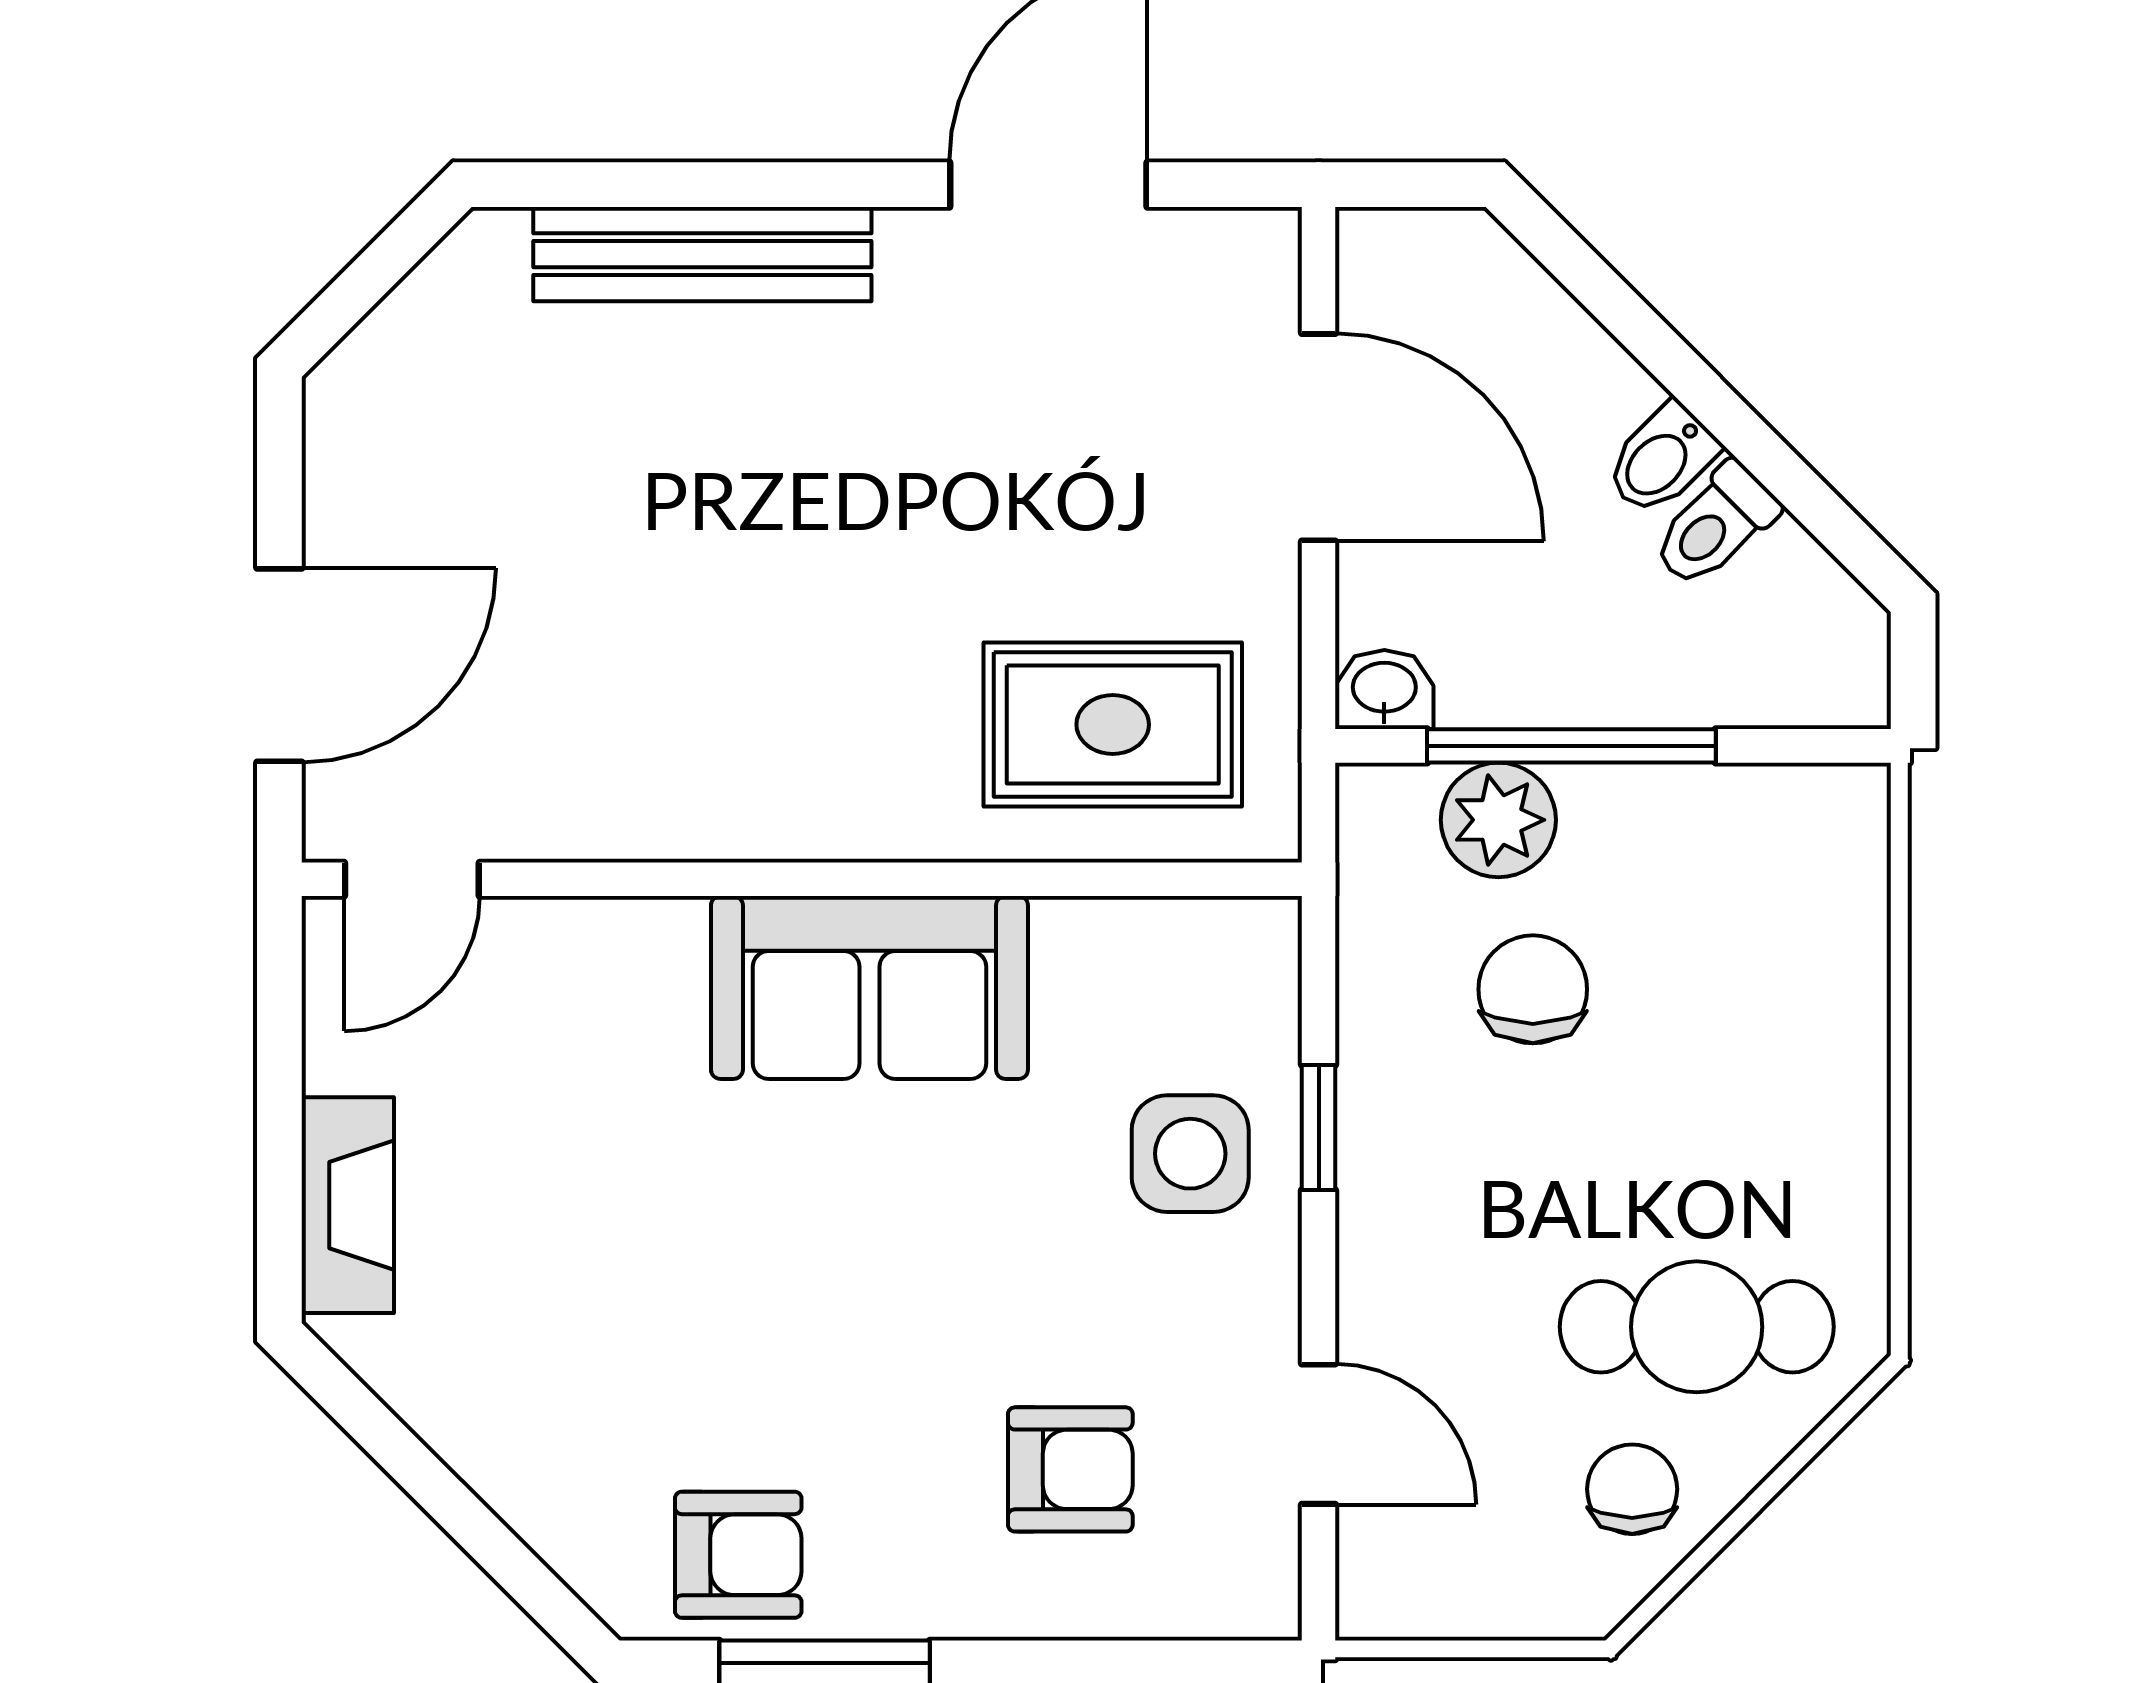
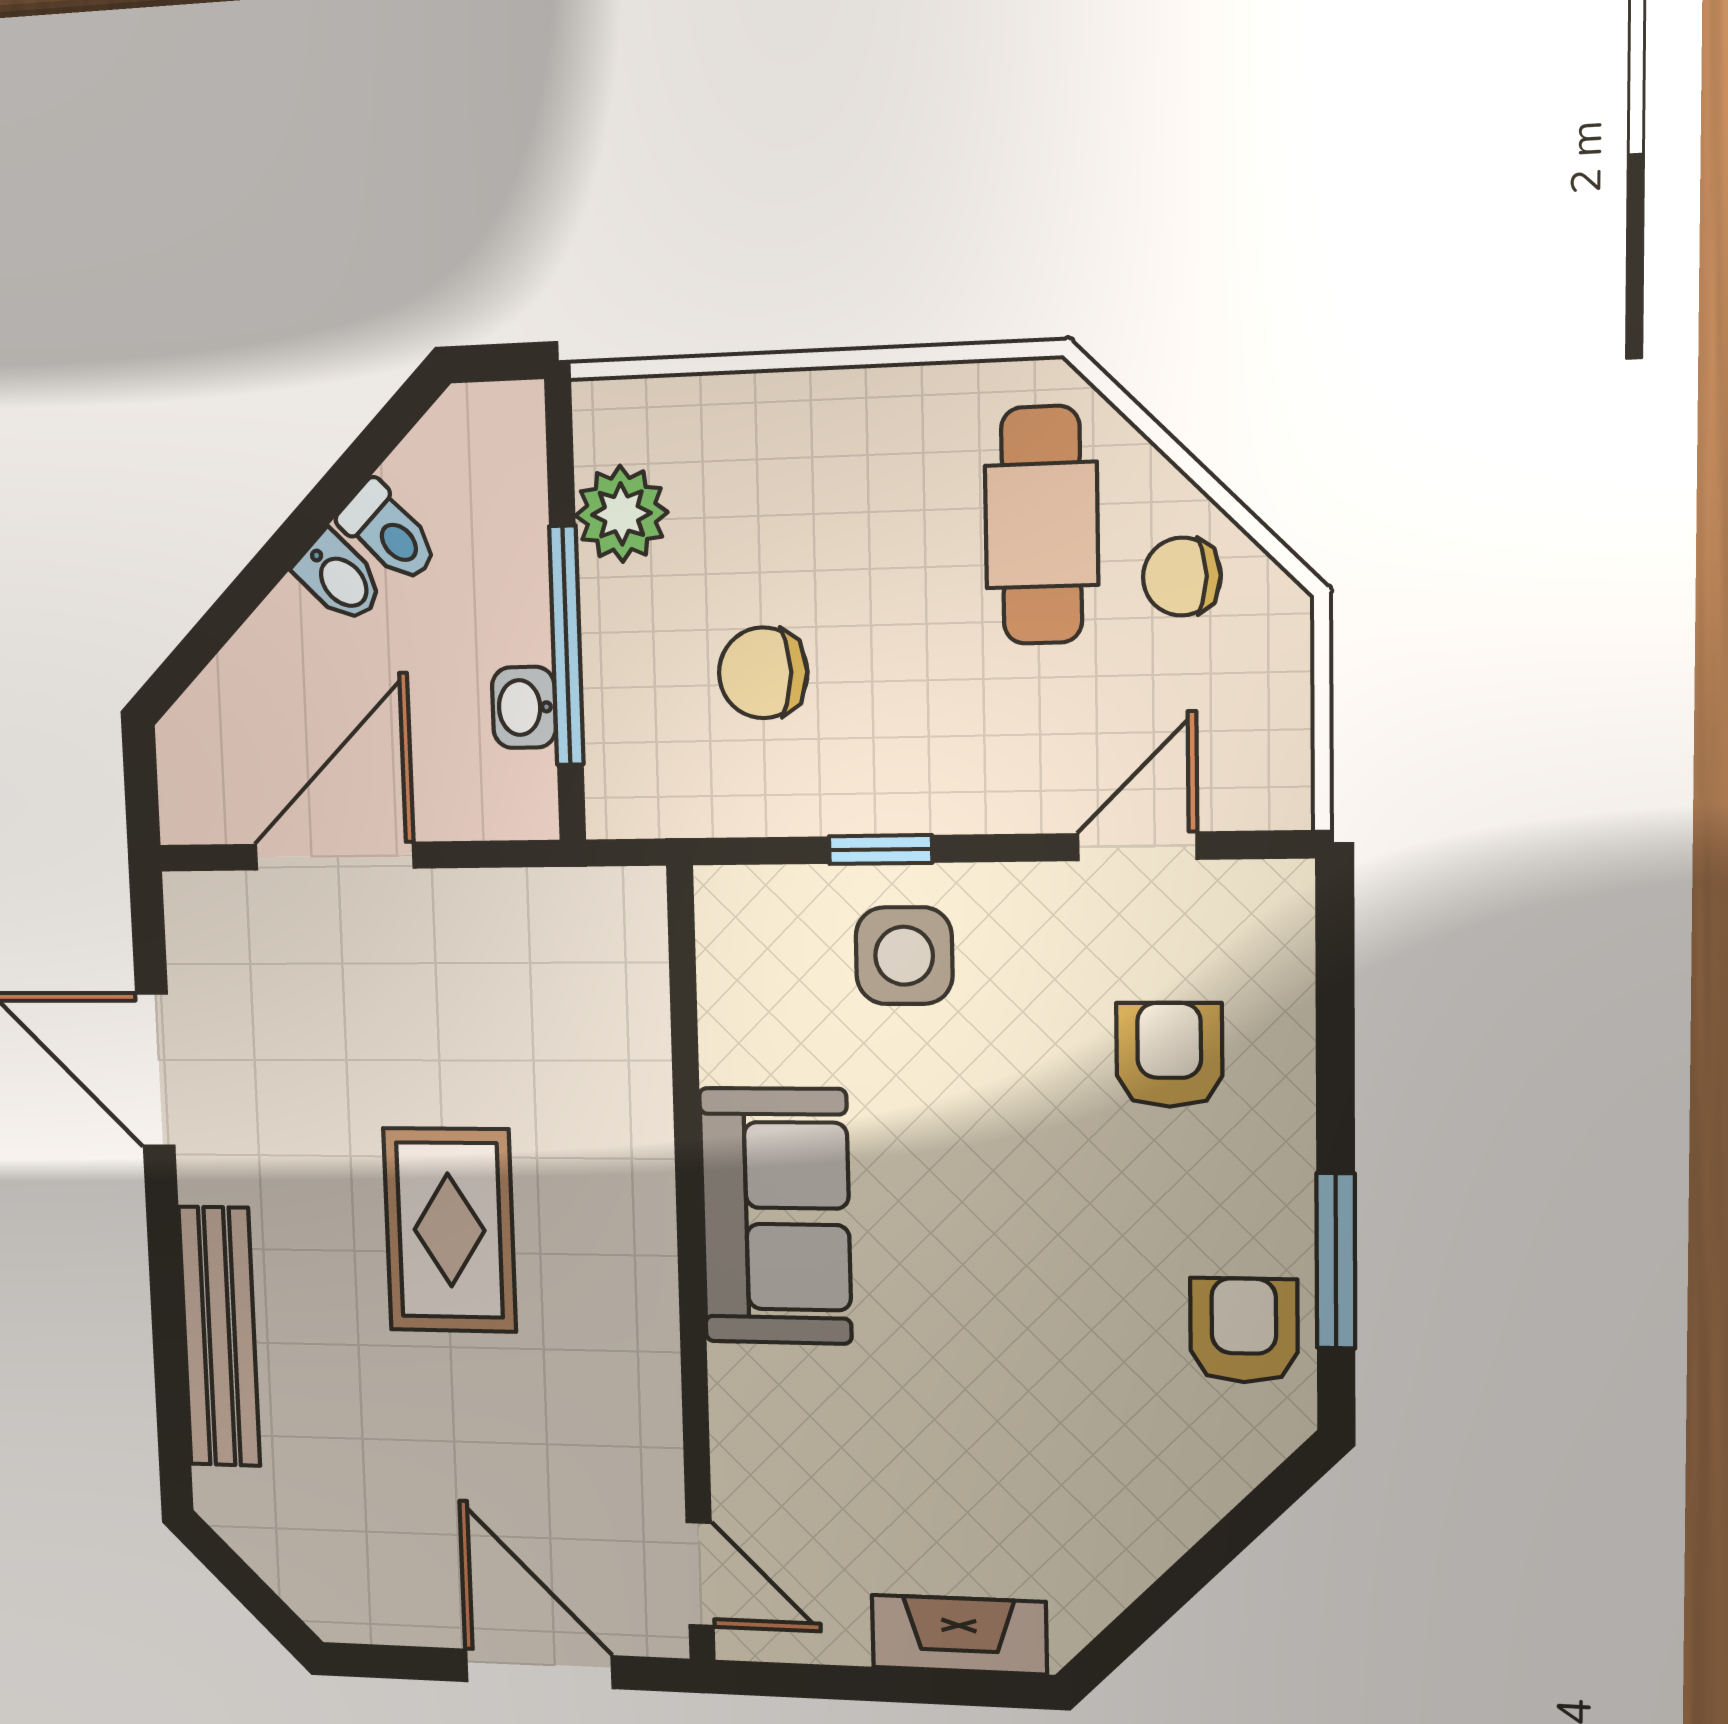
washbasin: (1384, 690) -> (524, 707), moved
rug: (1113, 725) -> (450, 1230), moved
plant: (1498, 820) -> (621, 514), moved

